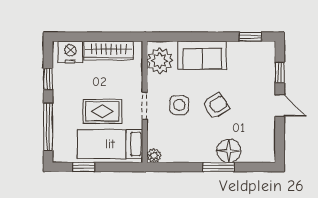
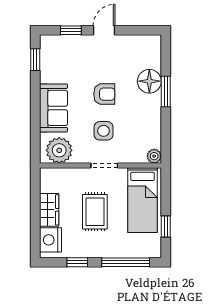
wardrobe: (109, 51) -> (49, 210), width x0.67
armchair: (216, 106) -> (104, 94), turned 122
rug: (102, 111) -> (95, 212), moved

